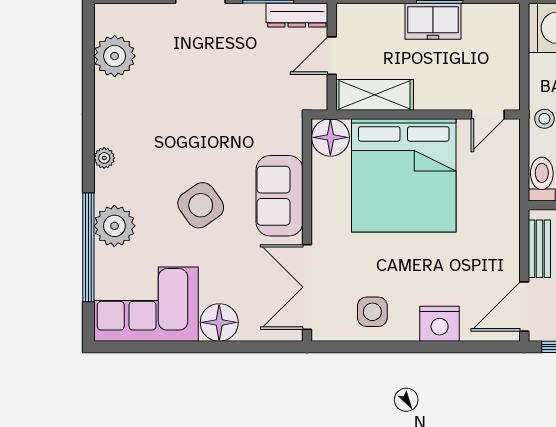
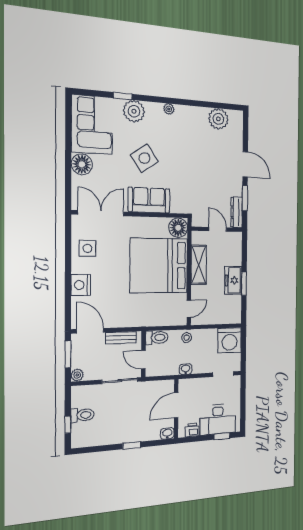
shelving: (375, 95) -> (199, 265), moved
door: (488, 114) -> (189, 309), swing flipped
window: (88, 247) -> (123, 96), width x0.32

